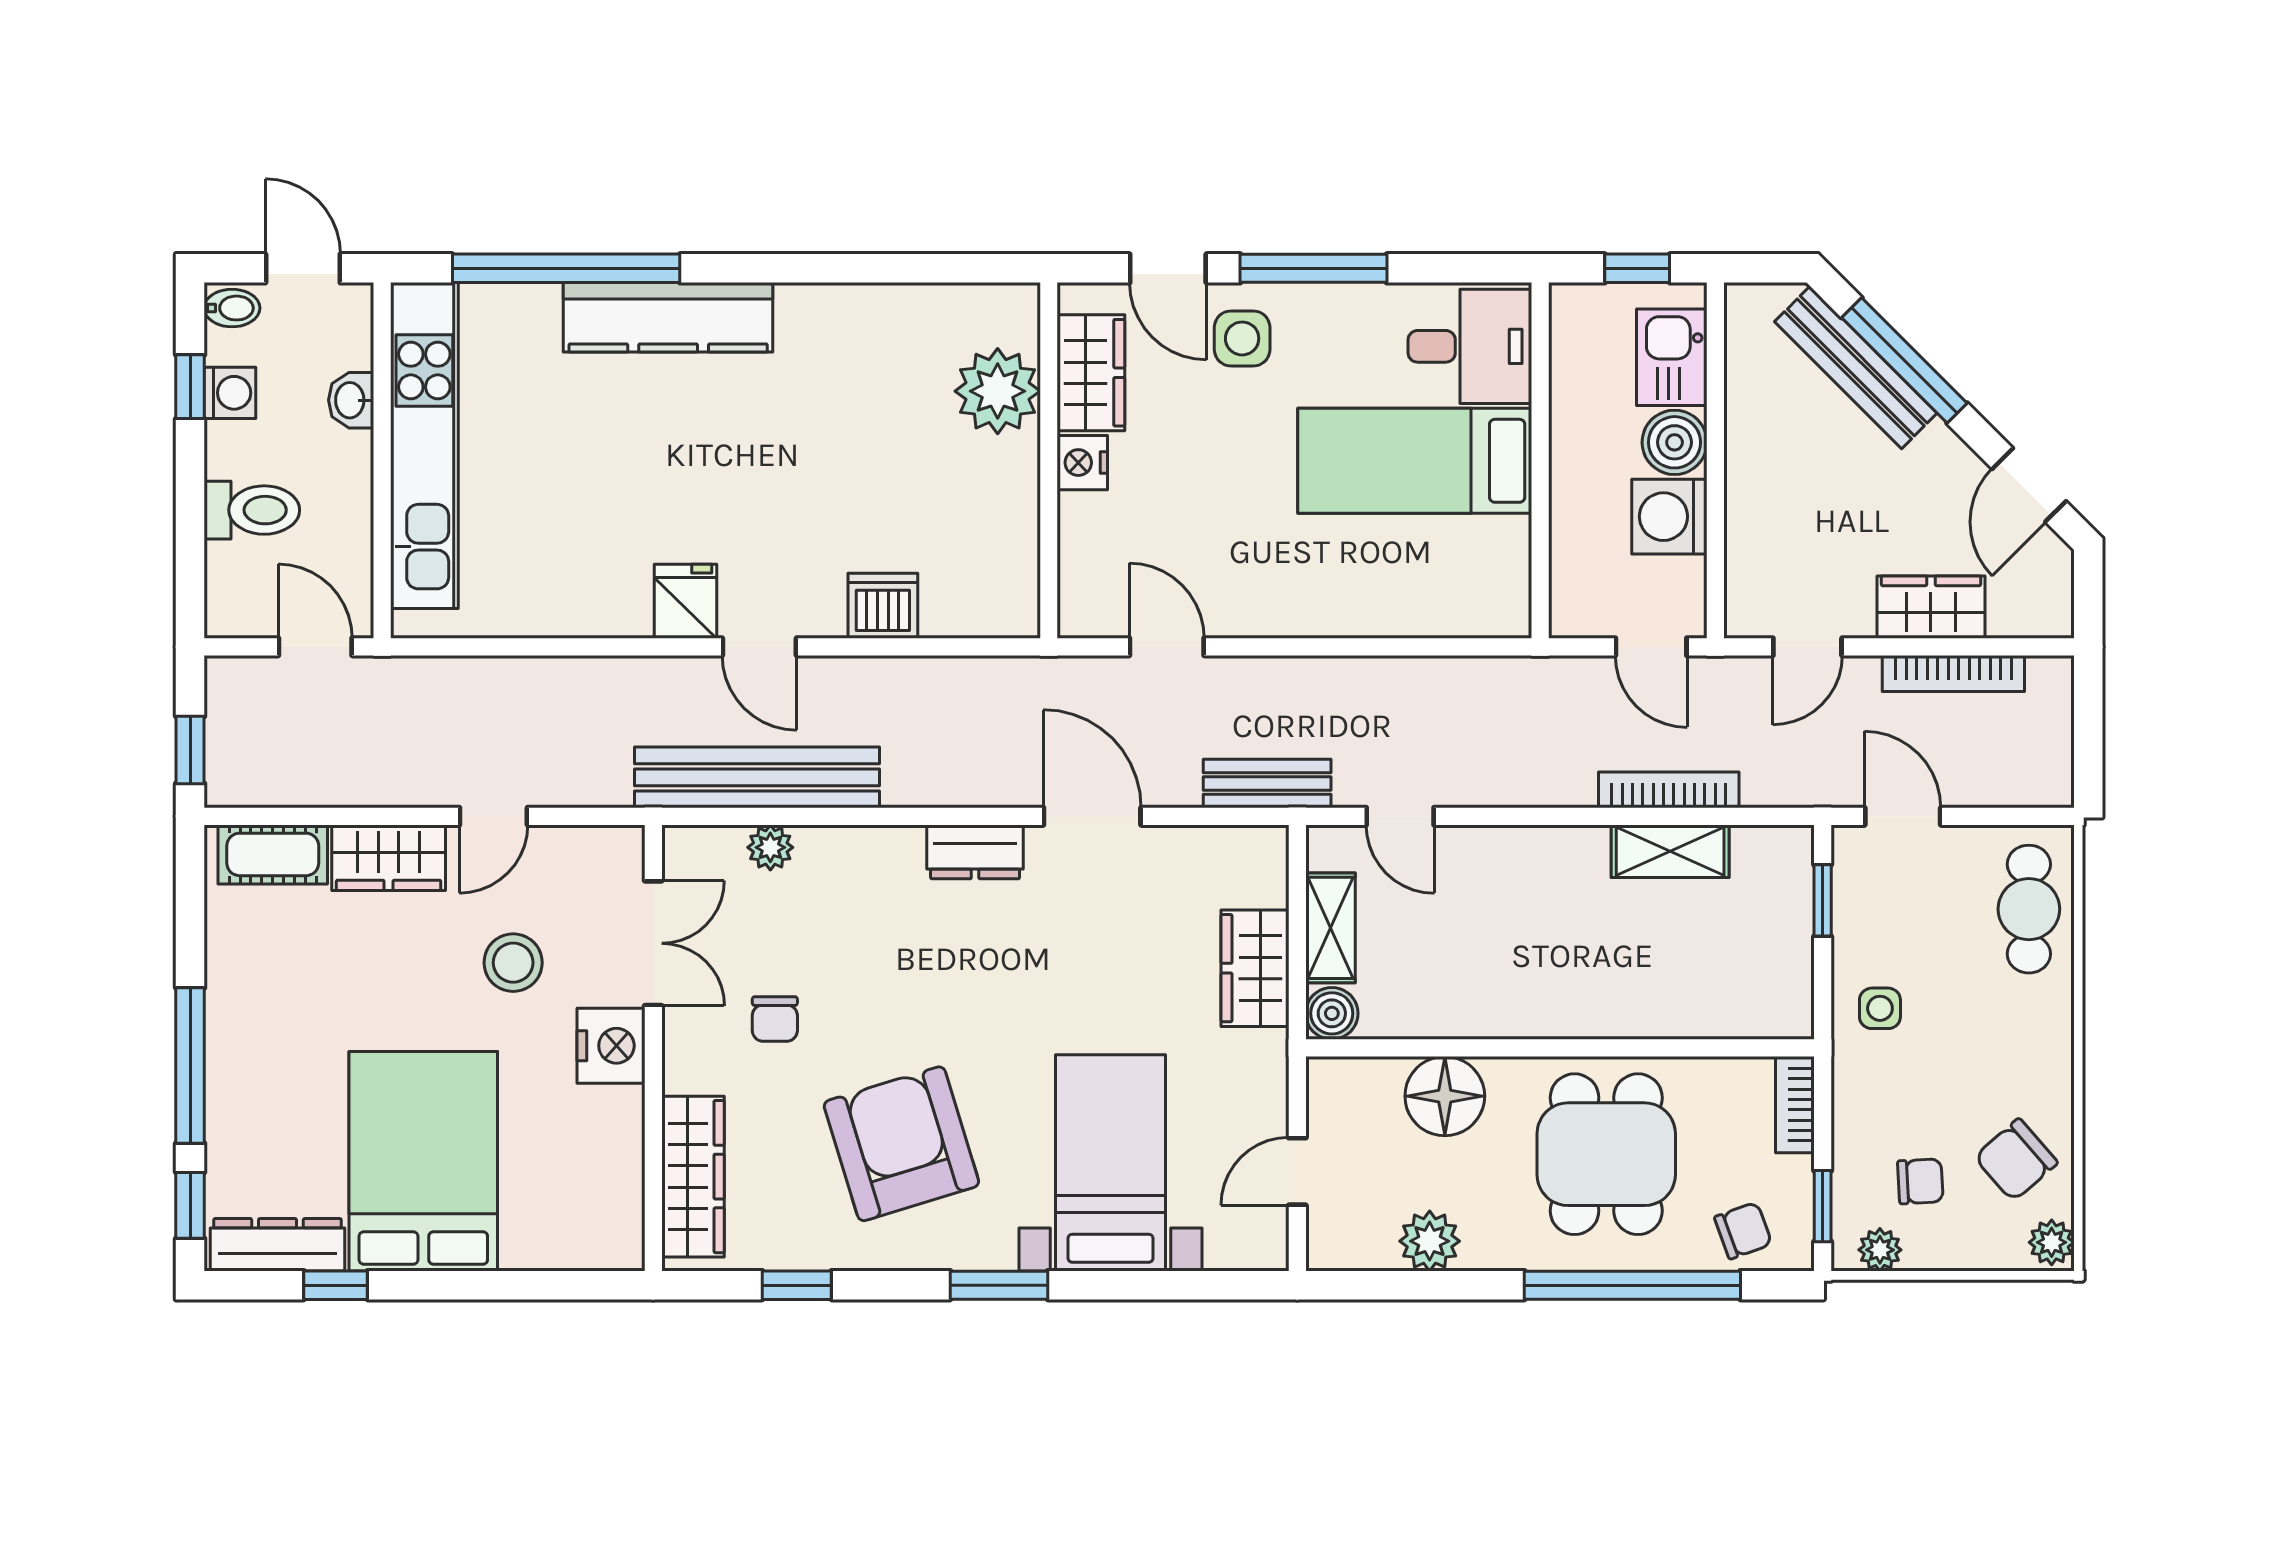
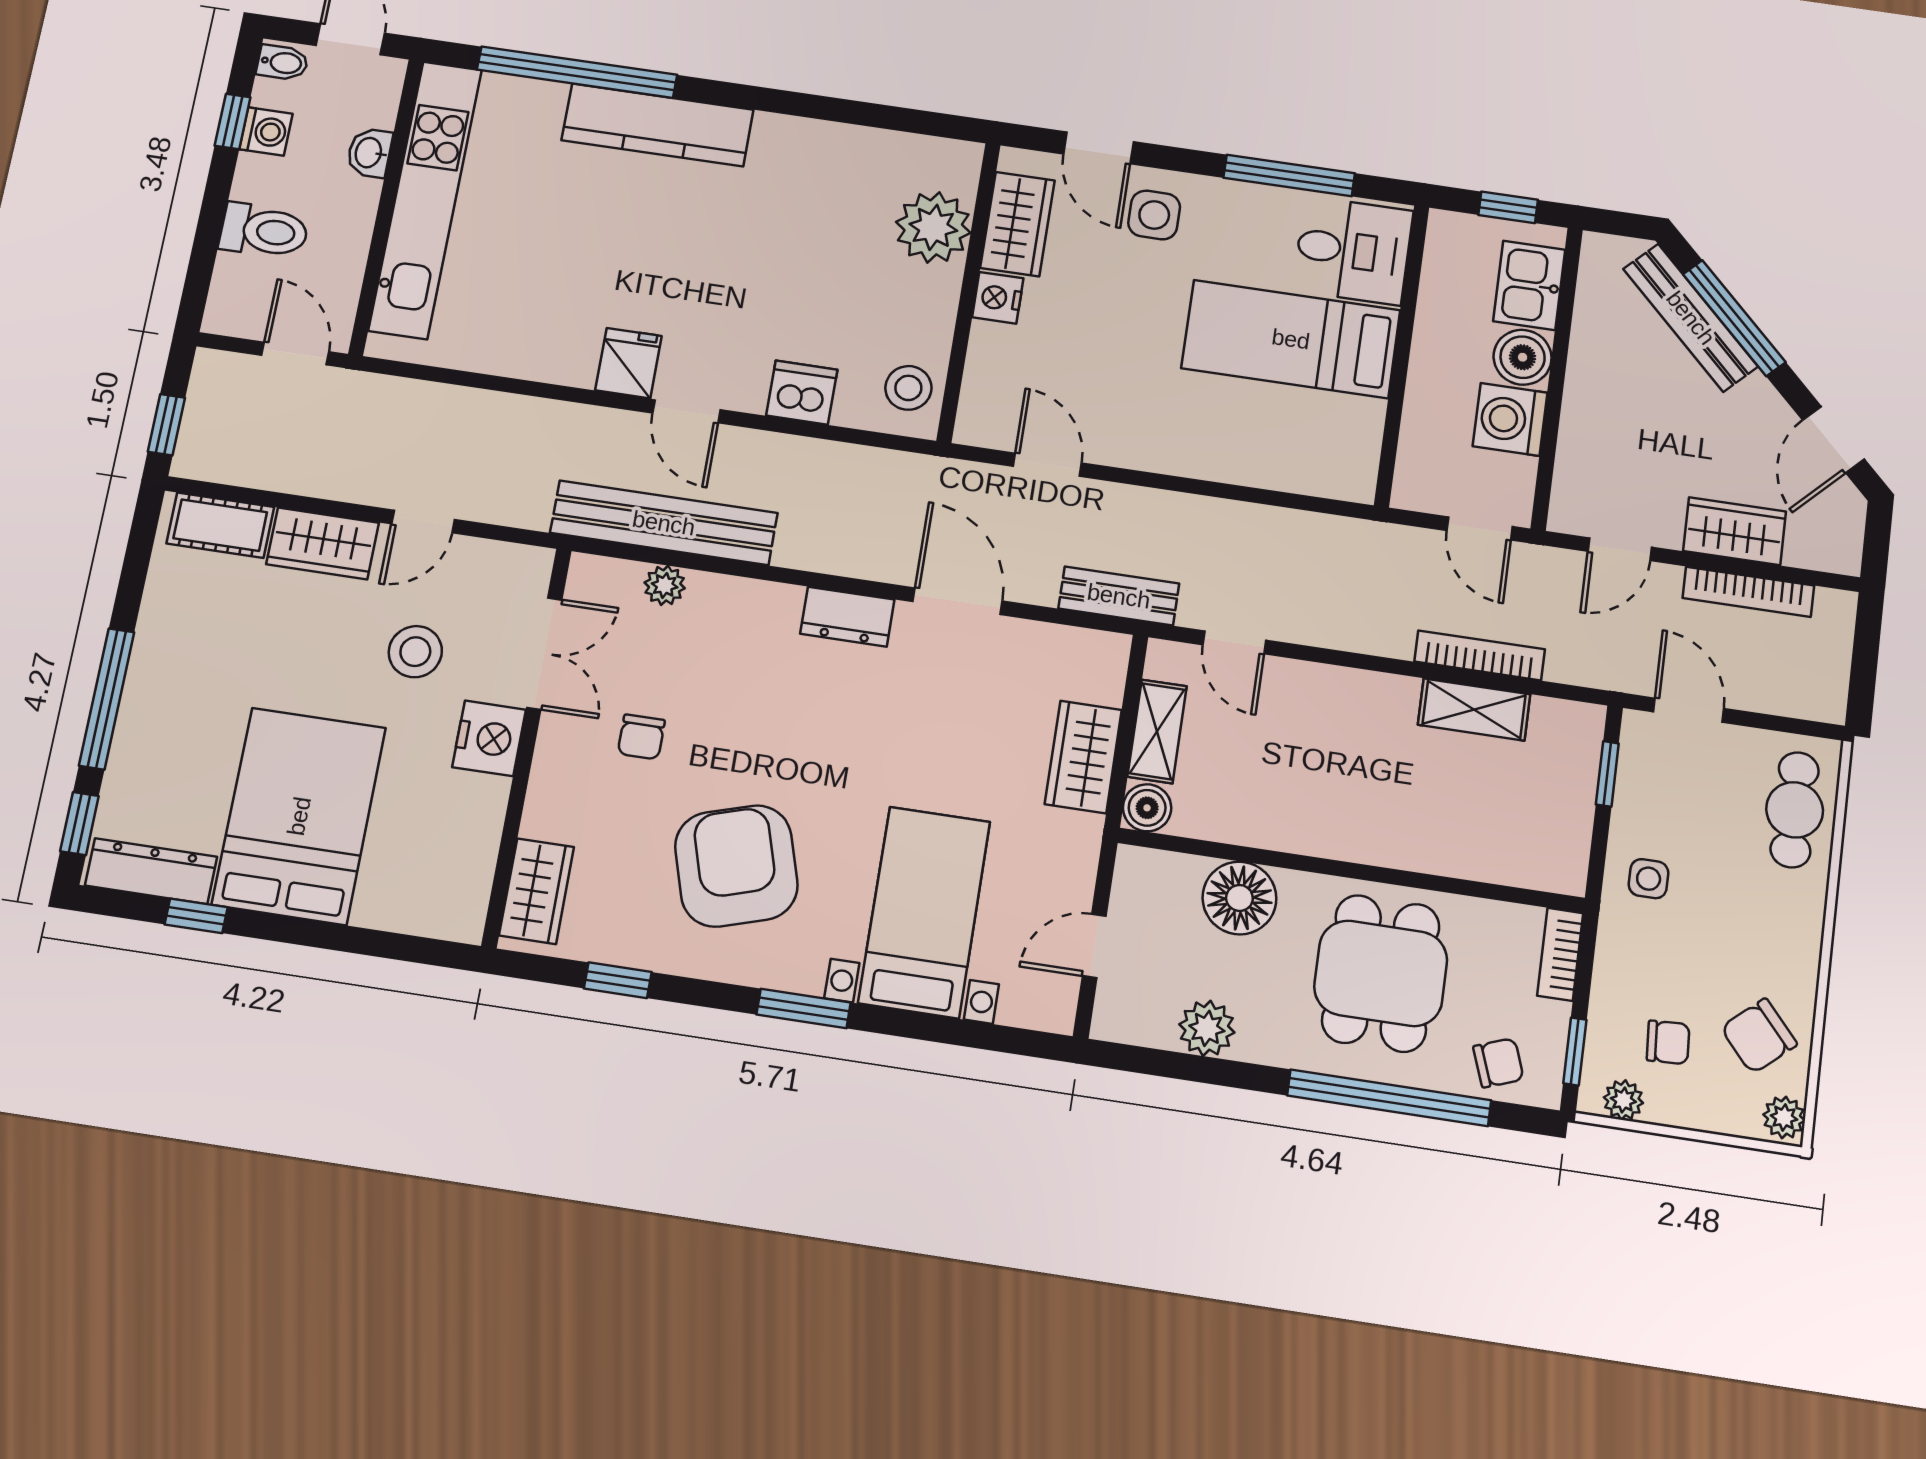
window: (1314, 268) -> (1289, 176), moved
stool: (1000, 582) -> (908, 388), added
wardrobe: (693, 1177) -> (536, 891), width x0.67

